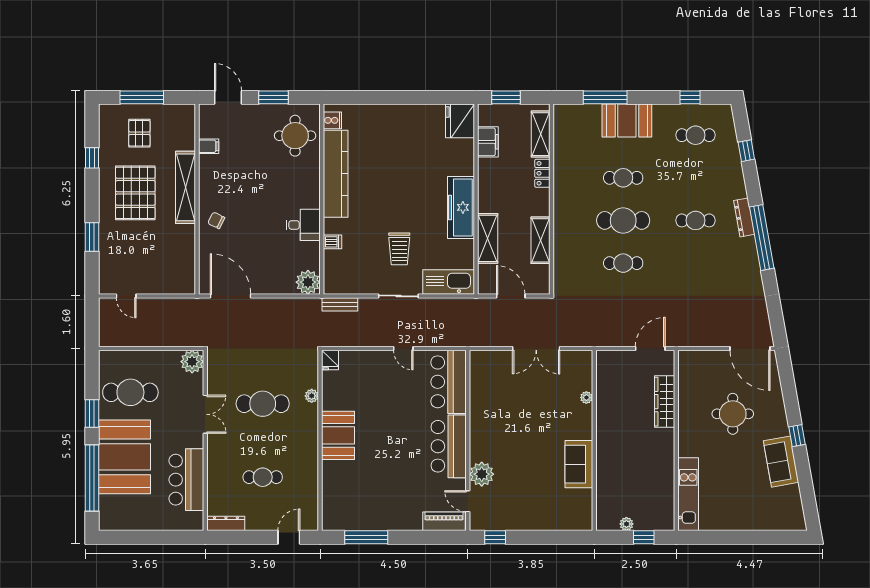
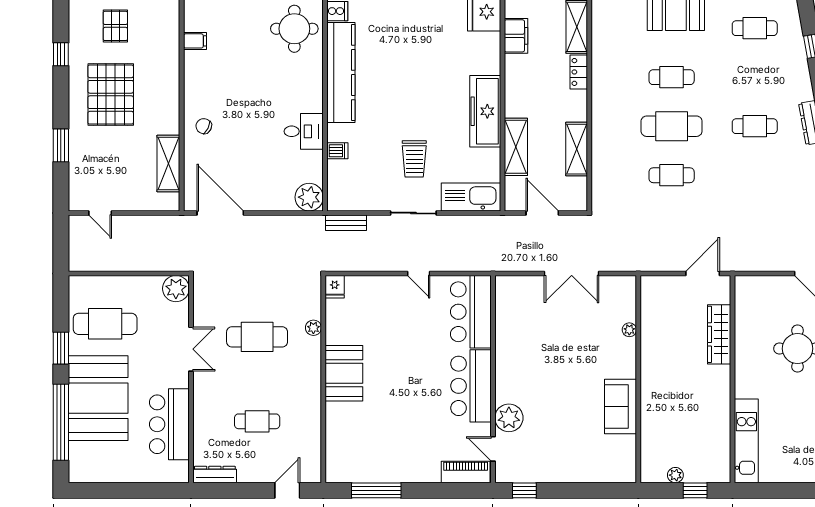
shelving: (185, 187) -> (168, 163), moved, width x0.68

